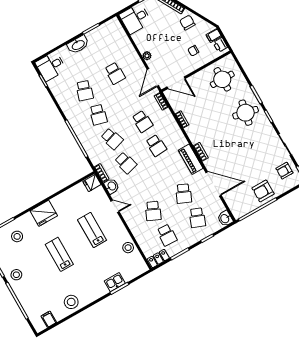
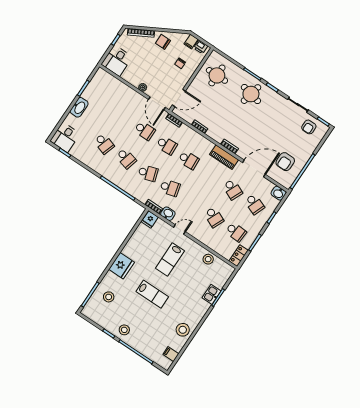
school desk: (115, 73) -> (145, 131), moved
armchair: (263, 191) -> (285, 162), moved
lab bench: (92, 230) -> (170, 259), turned -90
lab bench: (59, 254) -> (152, 294), turned 180

